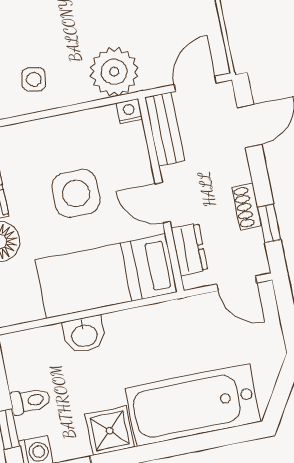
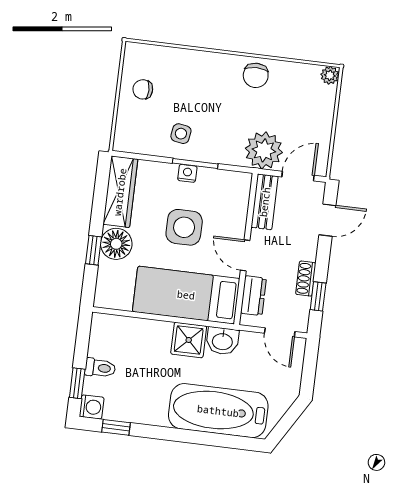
plant: (114, 72) -> (264, 150), moved
window: (64, 110) -> (195, 163), added
nightstand: (129, 111) -> (187, 173), moved
washbasin: (84, 335) -> (222, 341), moved
shower: (110, 431) -> (189, 340), moved

